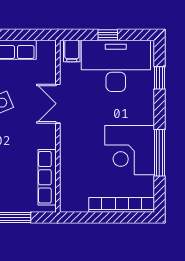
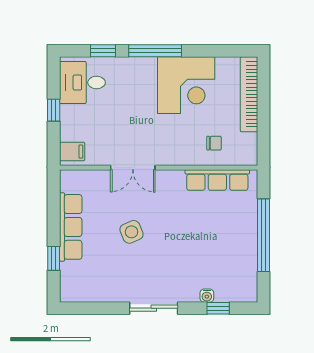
desk: (116, 66) -> (82, 82), width x0.53, depth x0.77
window: (159, 153) -> (155, 51), moved
chair: (79, 174) -> (214, 143), added

